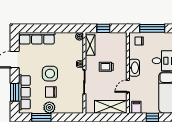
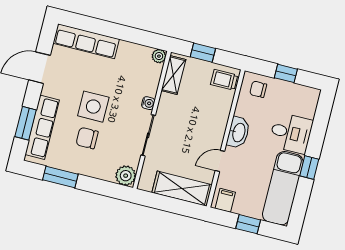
window: (152, 28) -> (286, 73), width x0.46
trolley: (106, 67) -> (224, 80), moved
plant: (49, 107) -> (126, 176), moved

